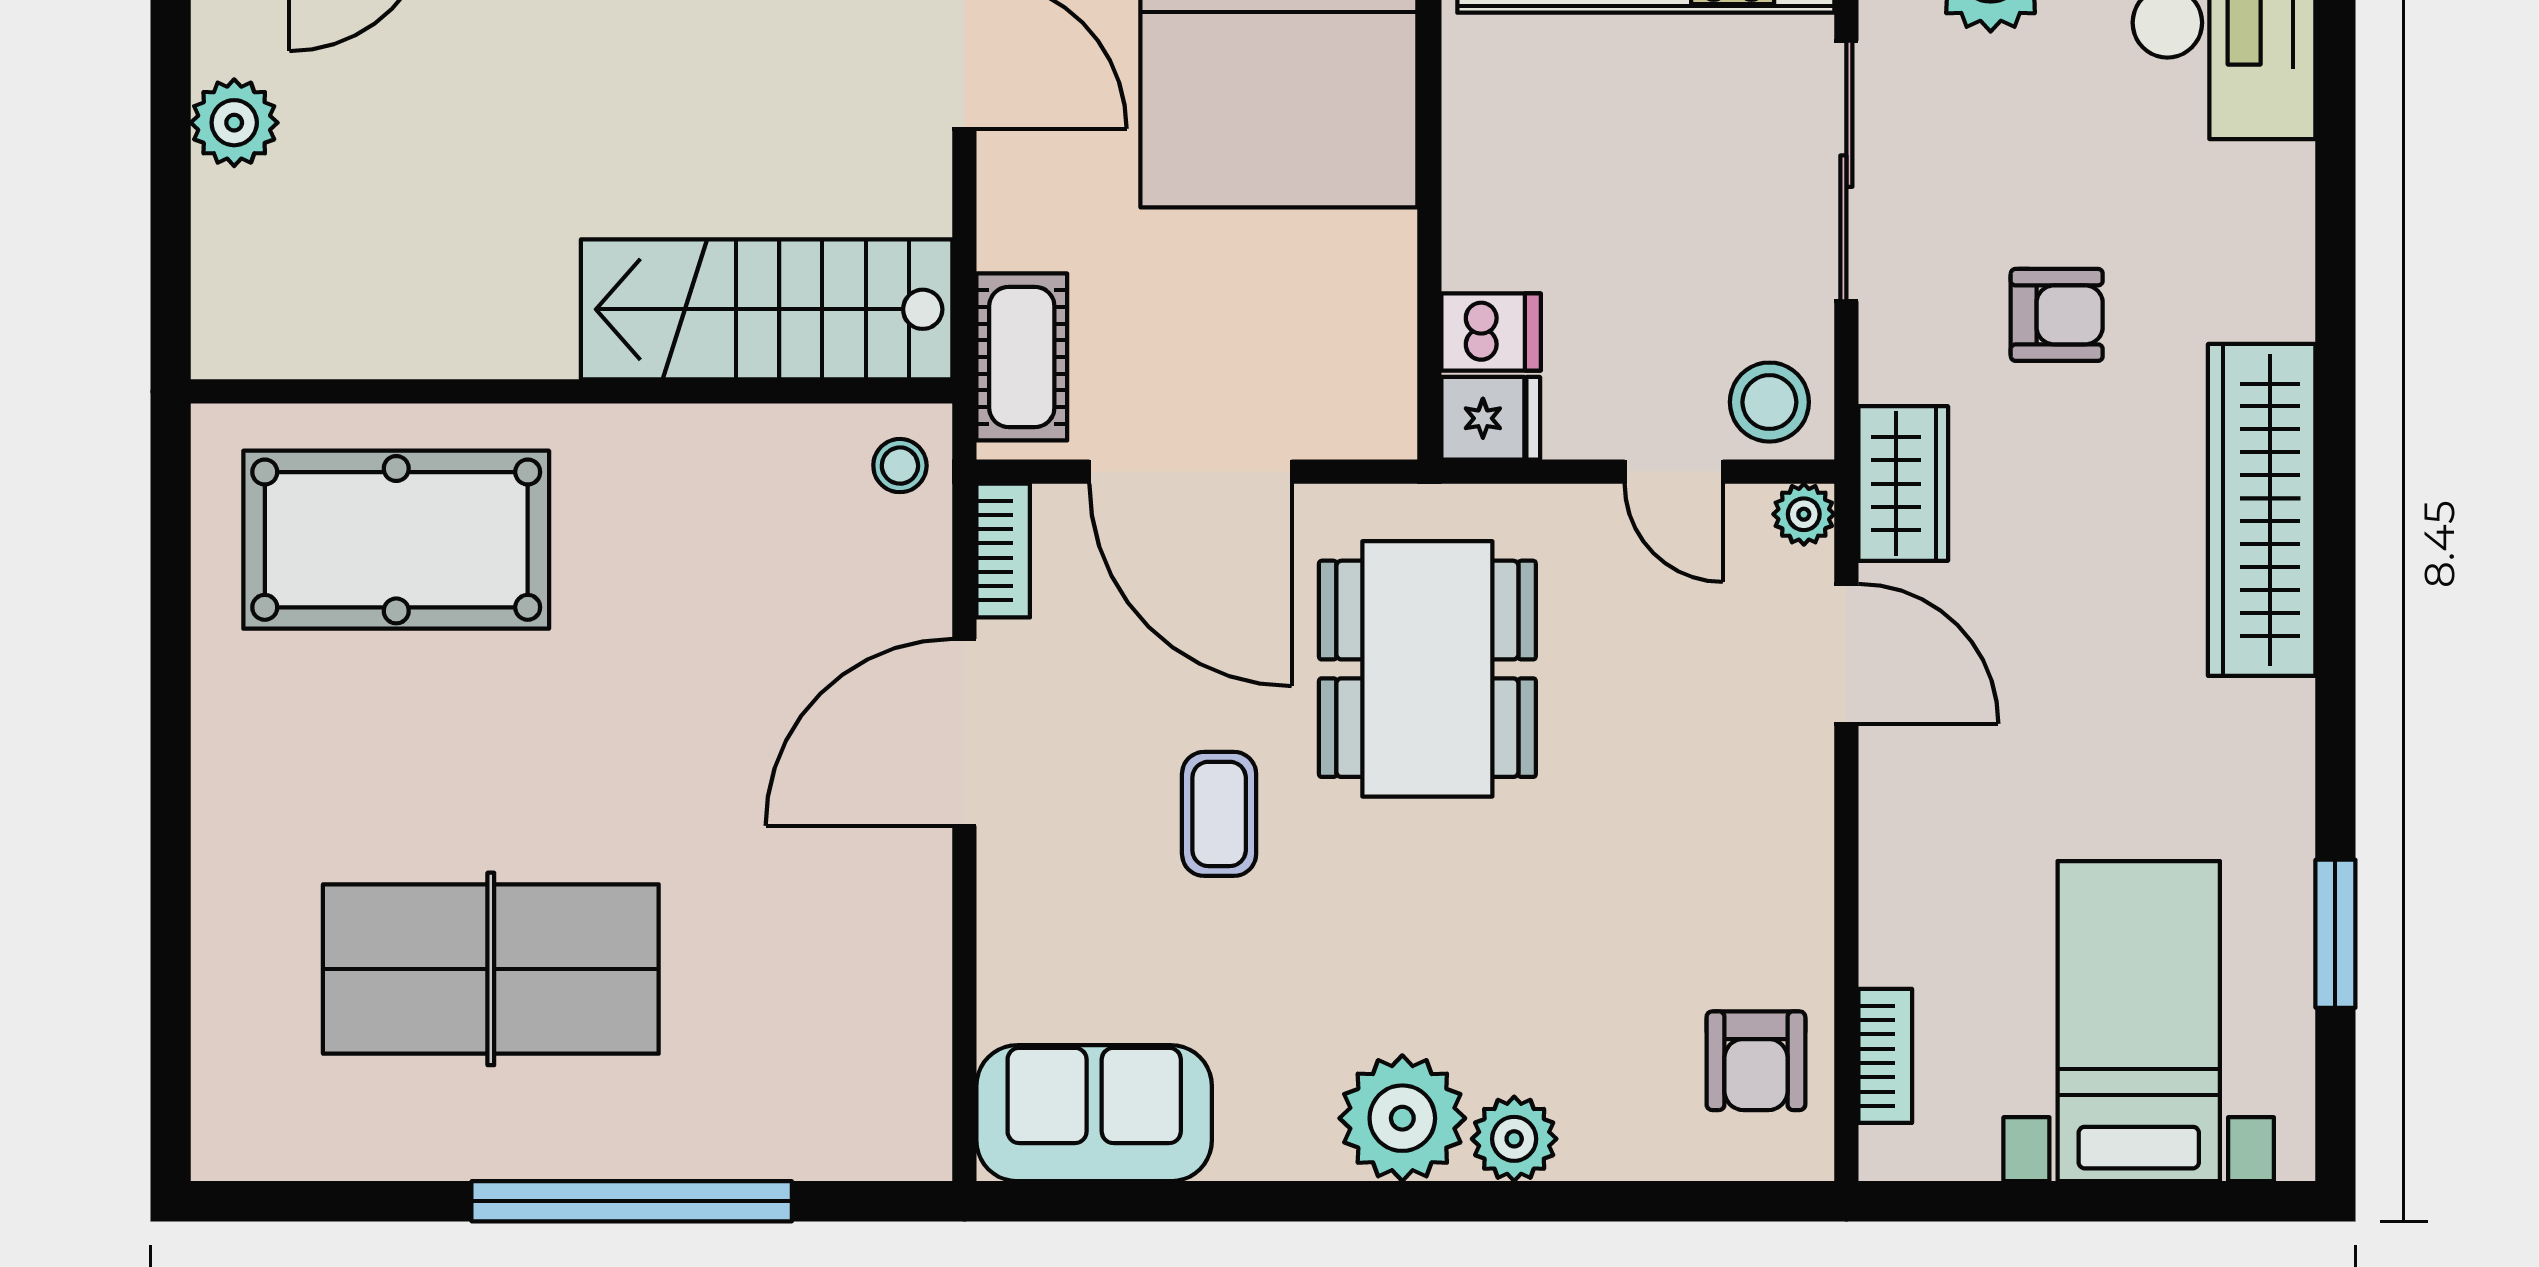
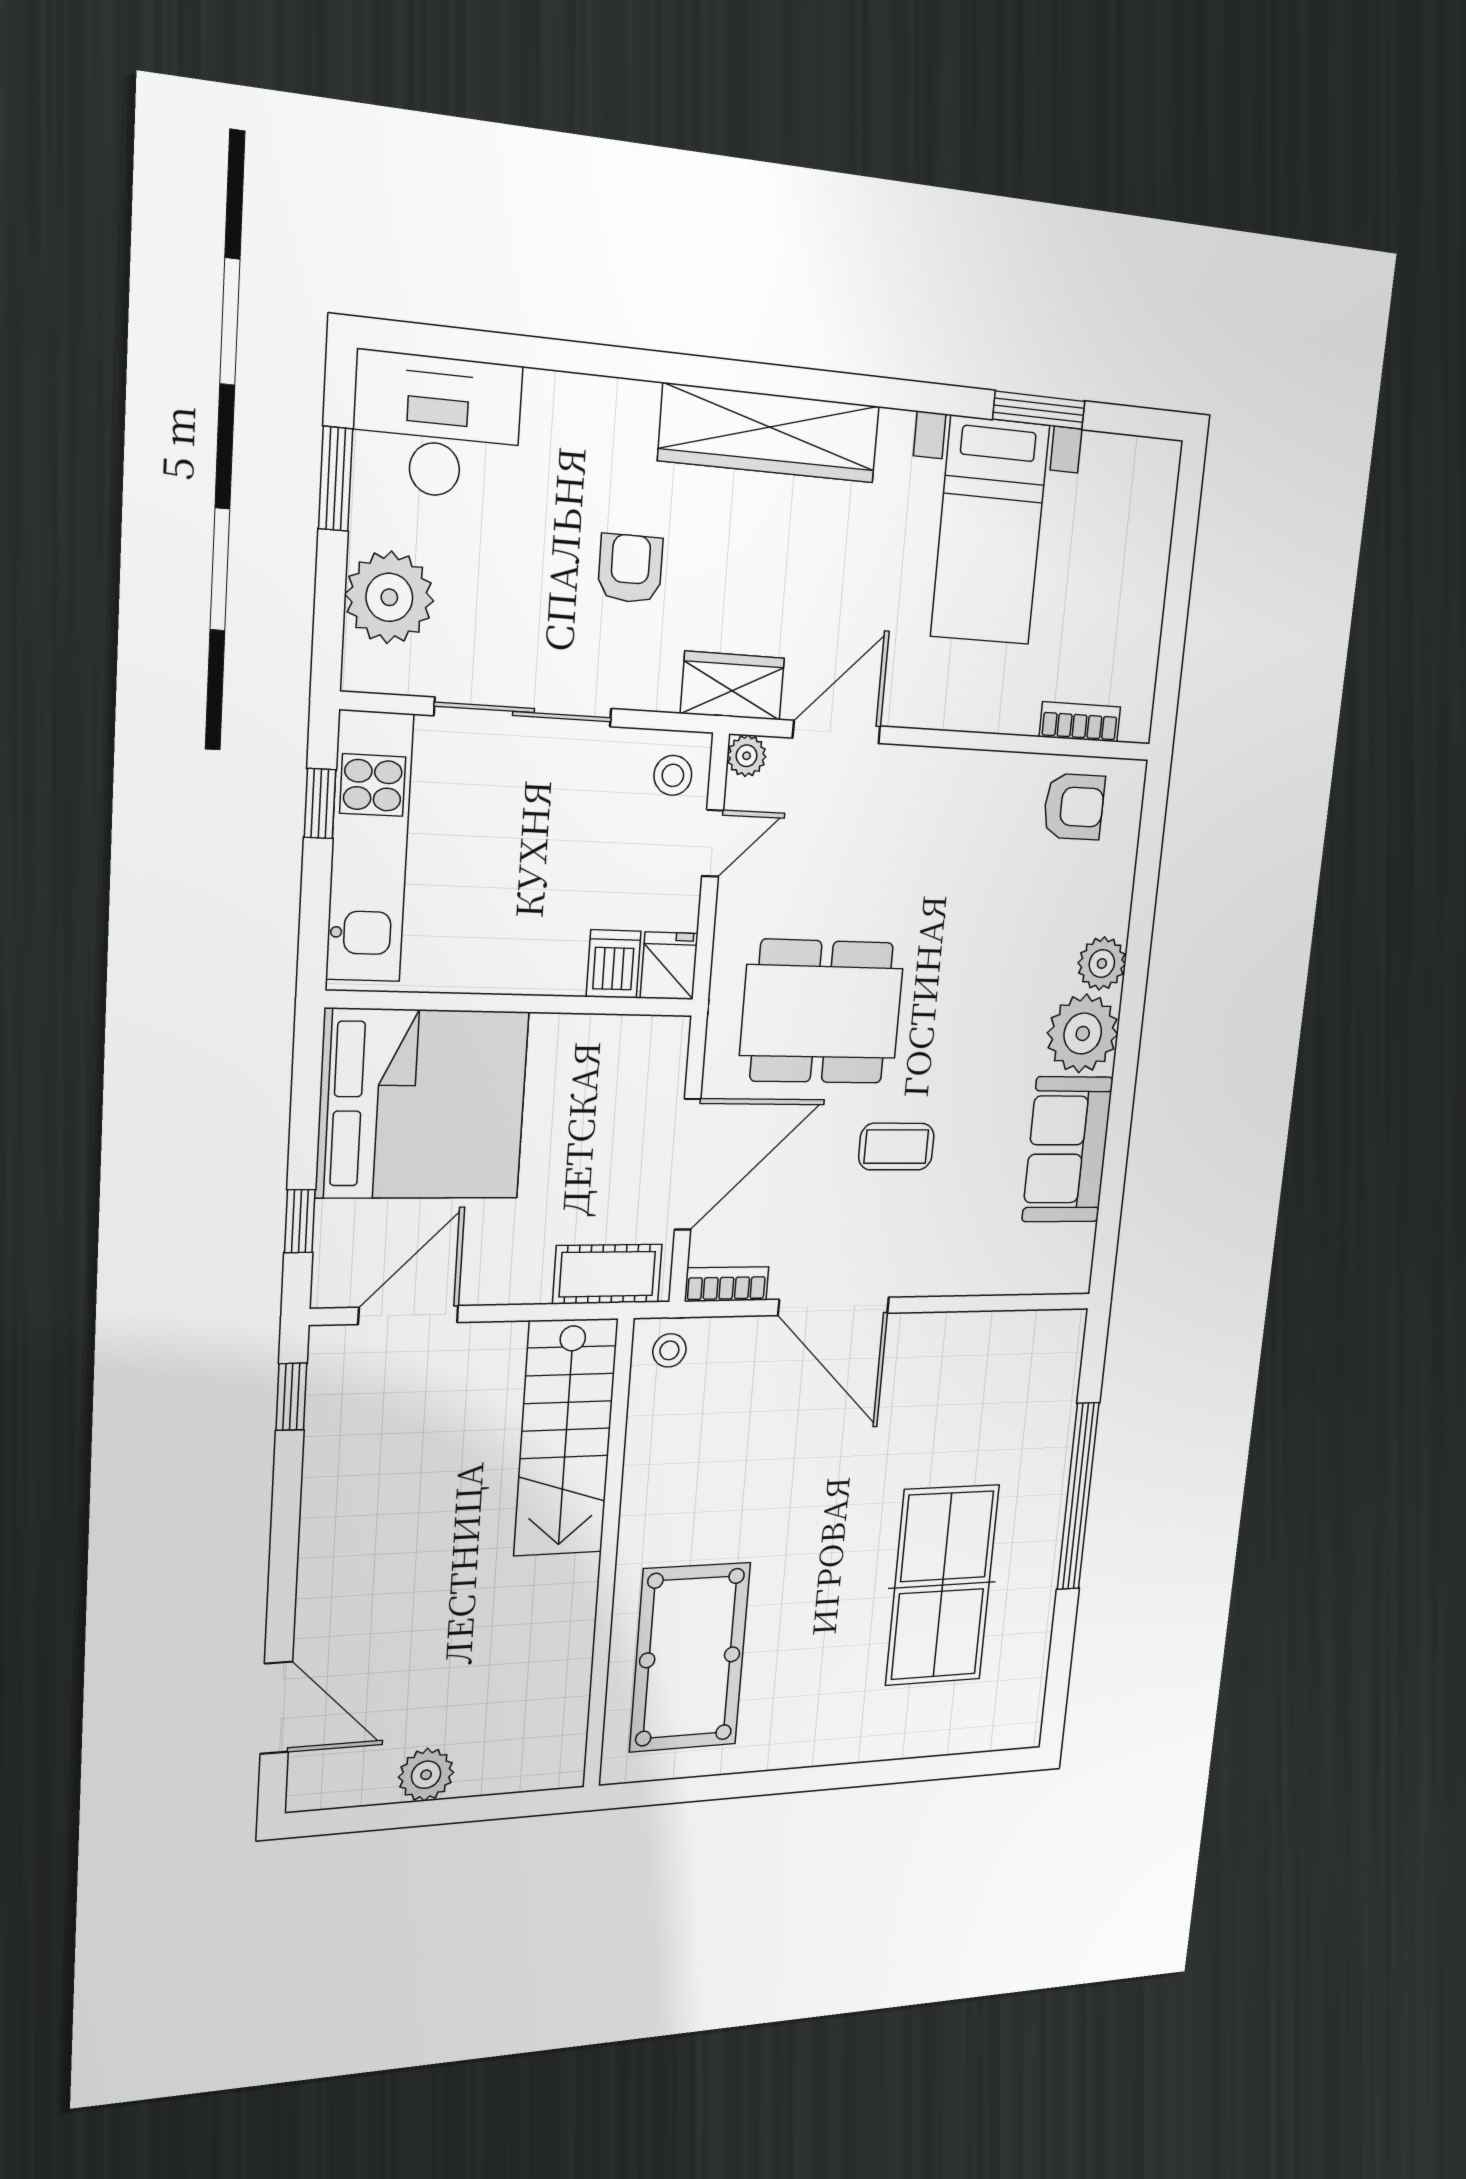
stool: (1769, 402) -> (673, 775), width x0.73, depth x0.73
bed with nightstands: (2139, 1021) -> (990, 531), moved, turned -90
sofa: (1094, 1113) -> (1067, 1150), moved

